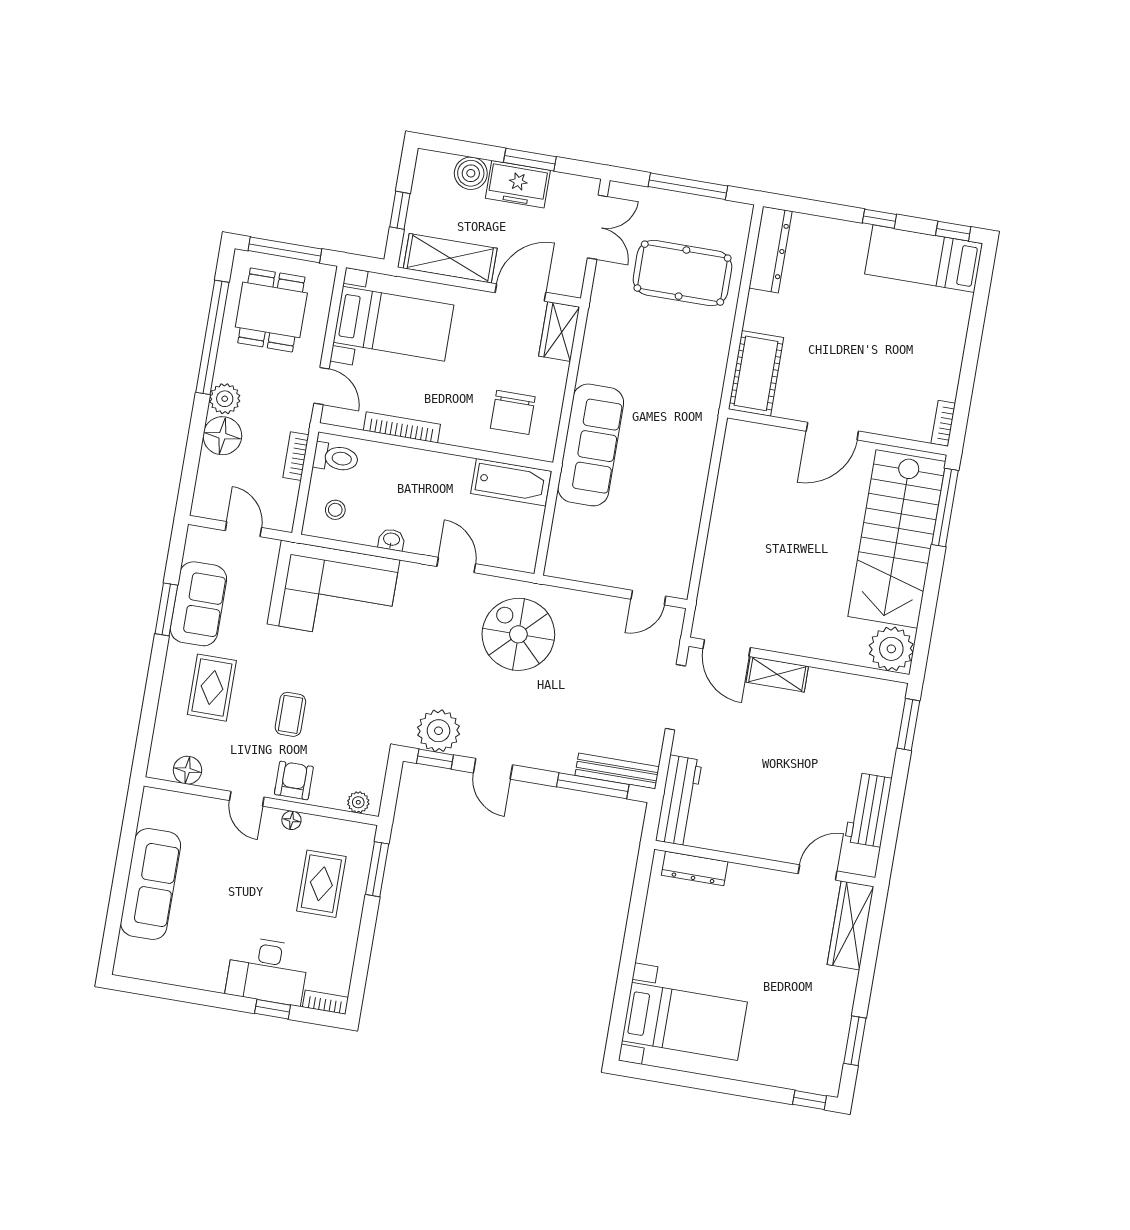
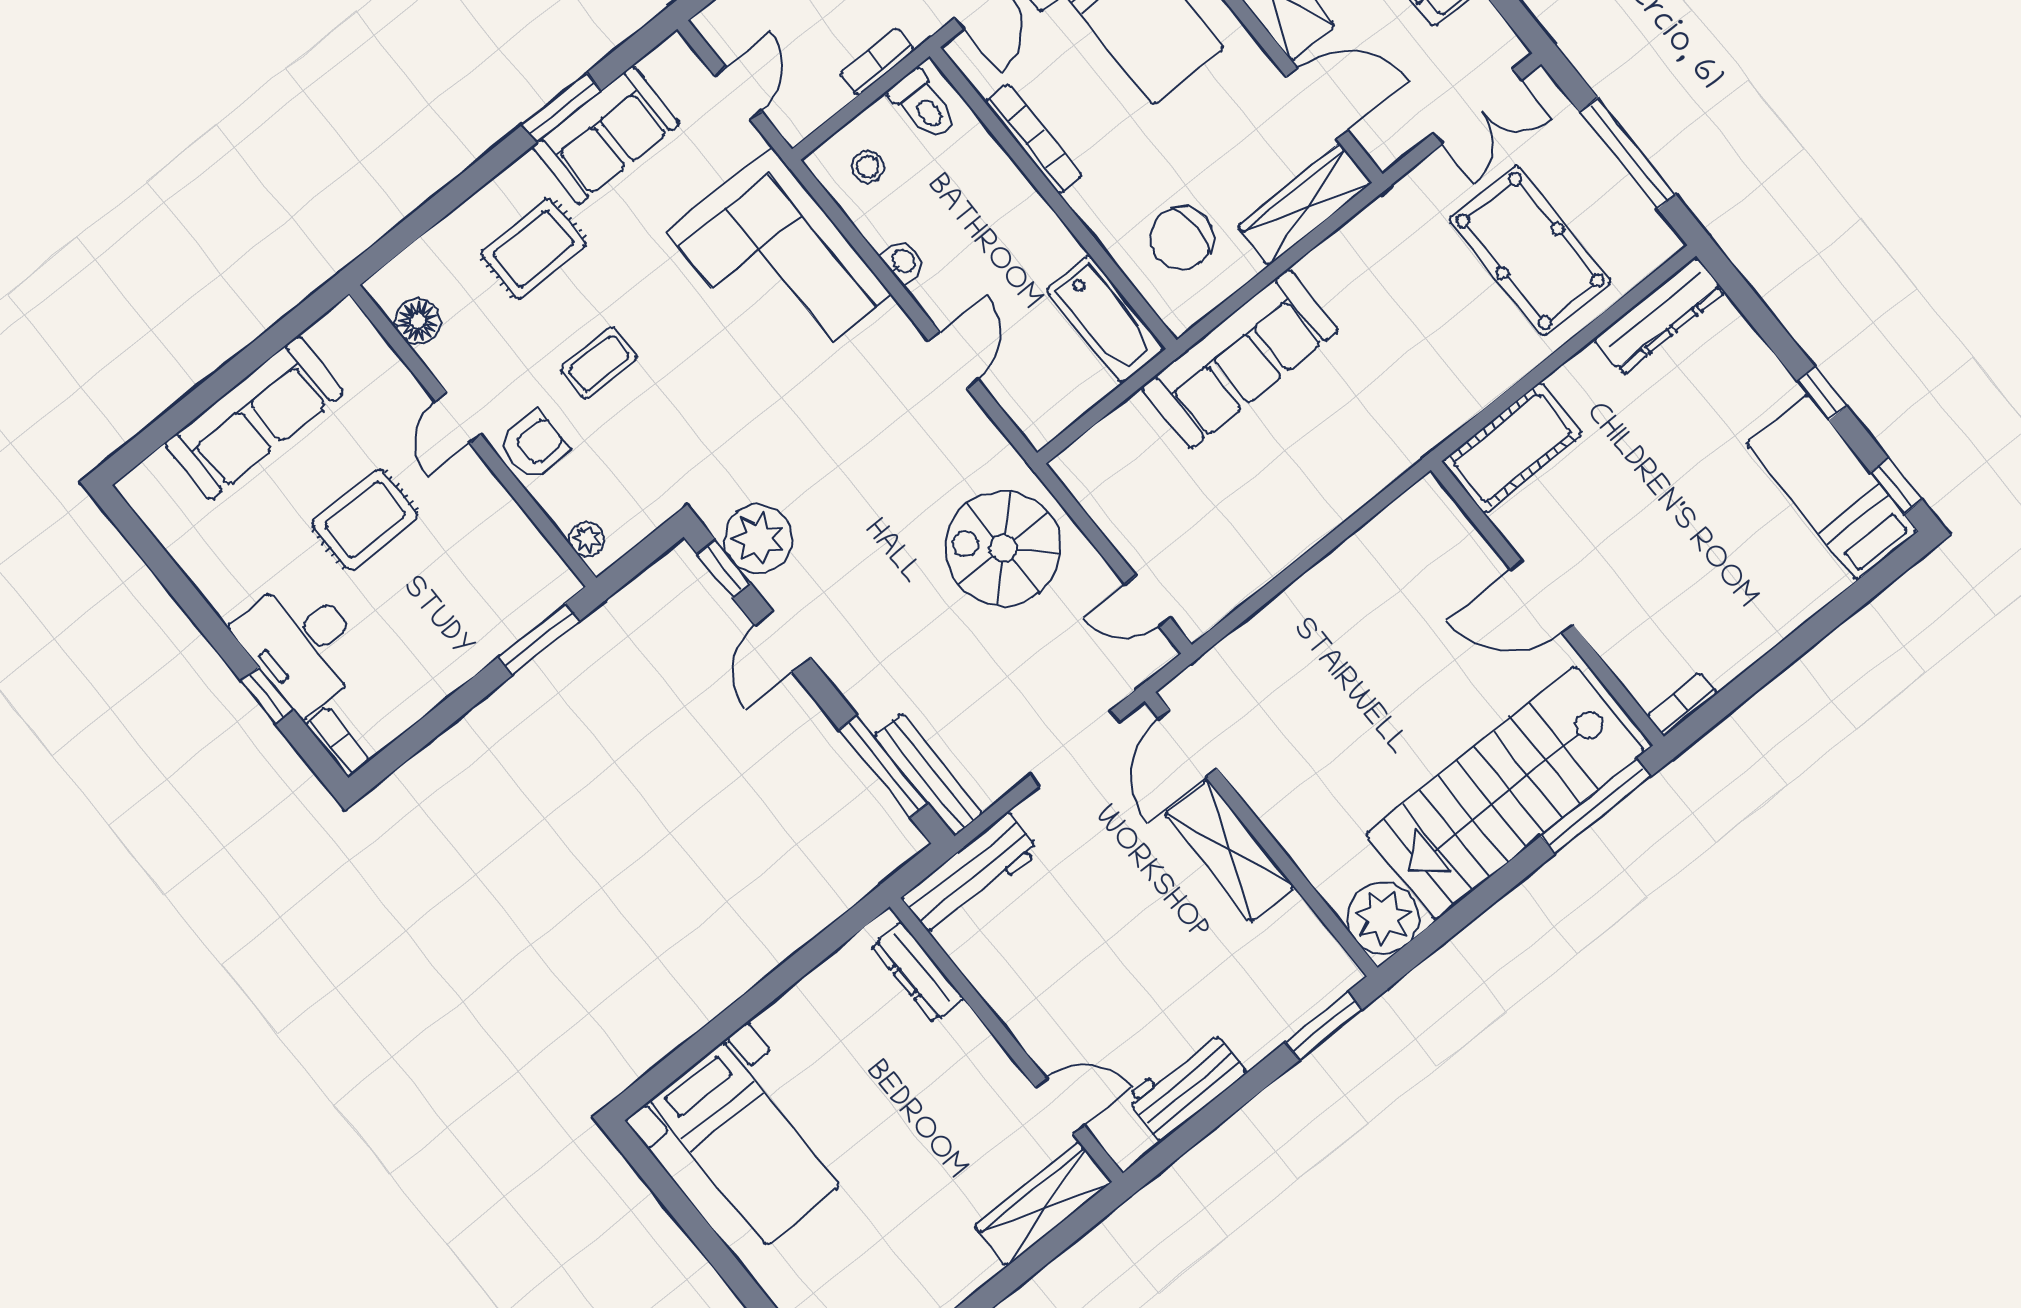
wardrobe: (559, 332) -> (1305, 204), width x1.50
spiral stairs: (518, 634) -> (1003, 548), moved, turned -90
shelving: (777, 674) -> (1230, 851), width x1.50, depth x1.33
floor lamp: (291, 820) -> (489, 490), removed
rug: (321, 884) -> (365, 520), moved

